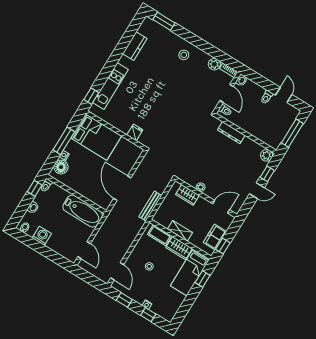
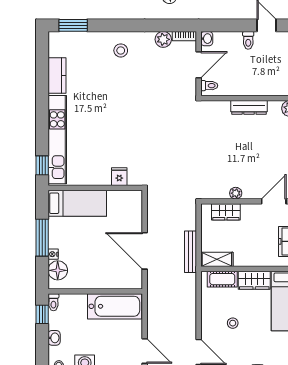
kitchen unit: (110, 86) -> (57, 140), width x1.36
door: (227, 93) -> (199, 65), hinge flipped
dresser: (231, 133) -> (249, 107), moved
bed: (96, 137) -> (77, 203), width x0.67
shelving: (180, 231) -> (217, 259), moved

